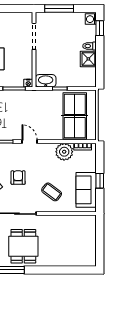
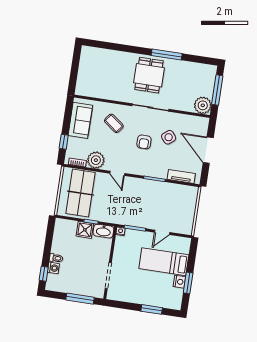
washing machine: (91, 19) -> (53, 268), moved
shower: (88, 59) -> (85, 230), moved
door: (30, 142) -> (117, 173), moved
window: (100, 181) -> (64, 142), moved

